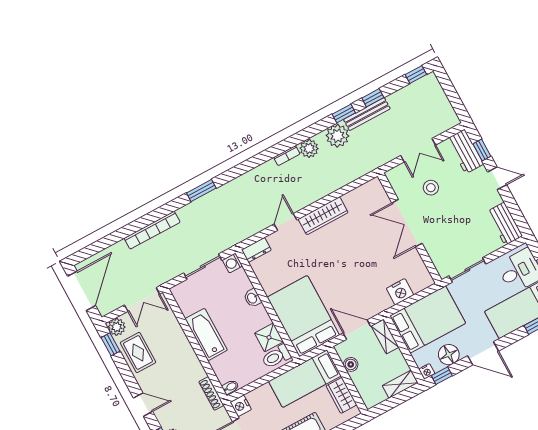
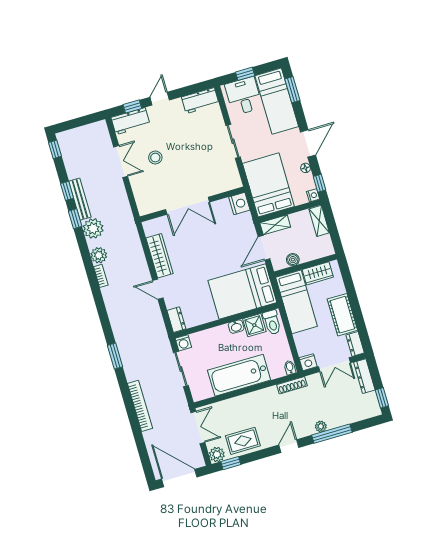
double door: (407, 223) -> (188, 206), moved
wall: (410, 228) -> (192, 204), moved
washbasin: (252, 298) -> (236, 327), moved
bathtub: (206, 334) -> (239, 375), width x1.36, depth x1.36
floor lamp: (449, 355) -> (306, 168), width x0.53, depth x0.53

